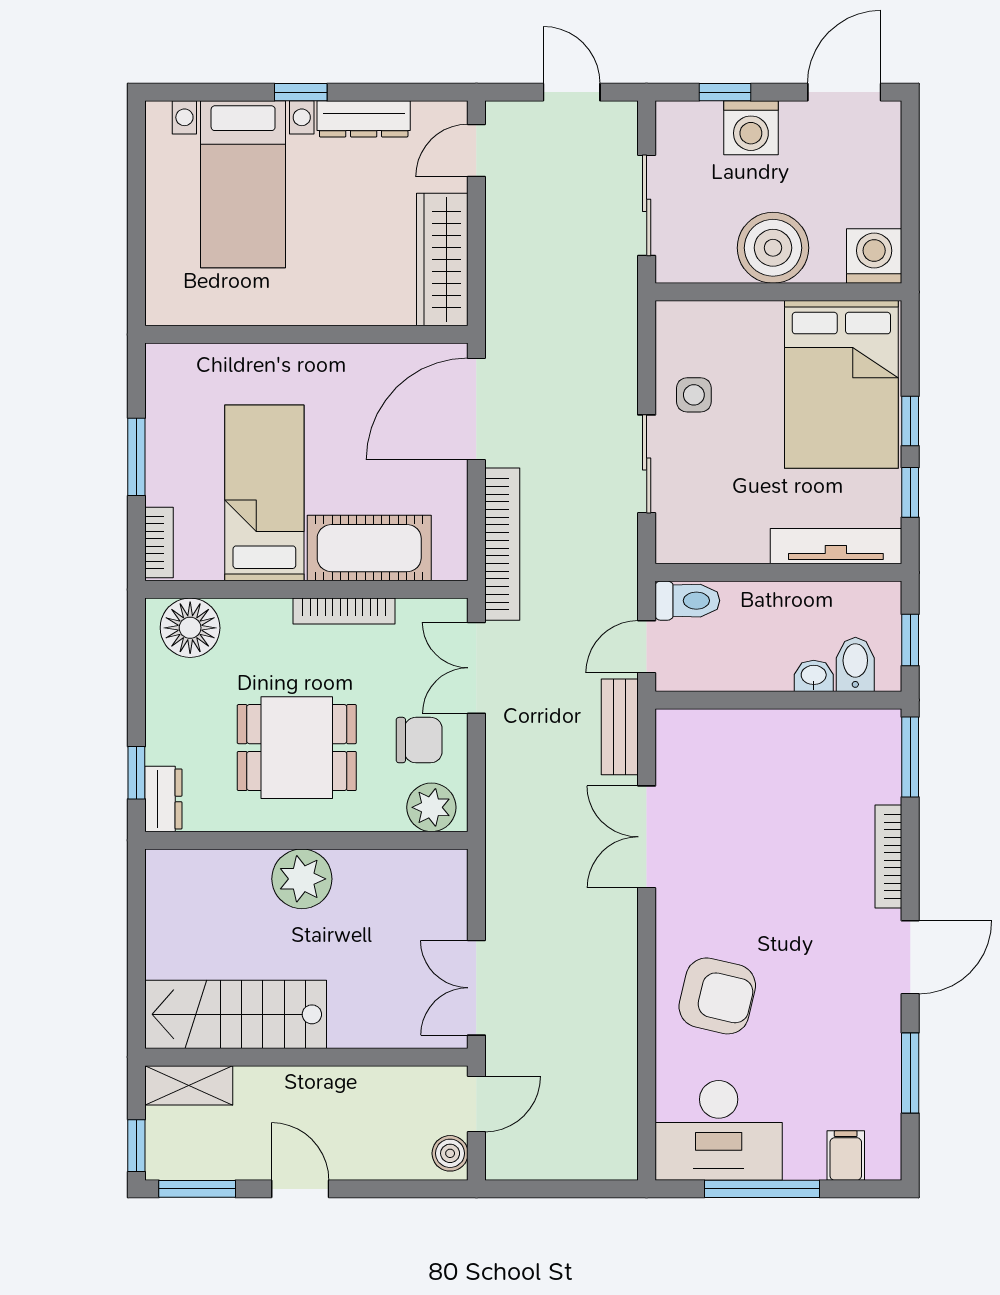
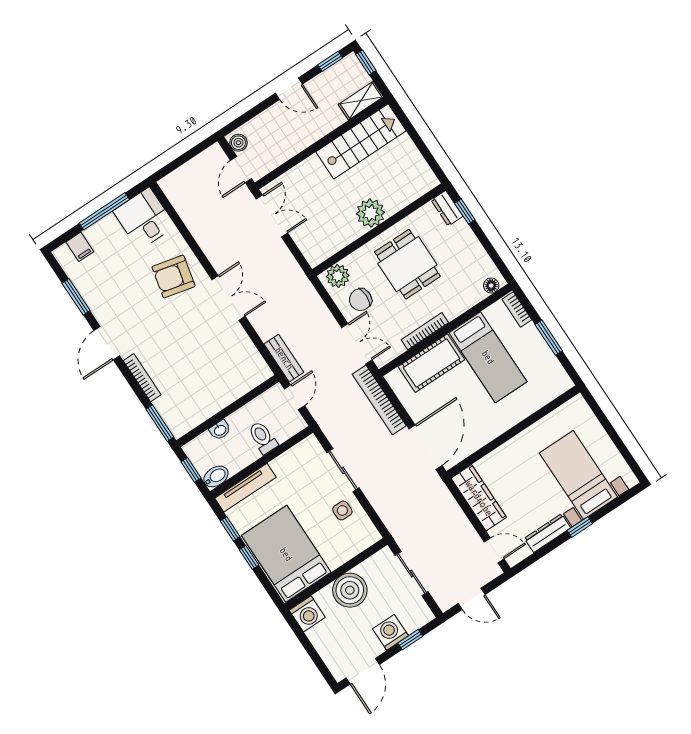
door: (476, 150) -> (494, 550), hinge flipped
toilet: (687, 601) -> (263, 438), moved, turned 90
floor lamp: (190, 628) -> (491, 286), width x0.53, depth x0.53
bidet: (855, 664) -> (216, 476), moved, turned -90
dining table: (297, 748) -> (407, 264), turned 90
double door: (647, 837) -> (228, 298), moved
desk: (719, 1130) -> (144, 219), width x0.73
window: (197, 1189) -> (330, 61), width x0.67

